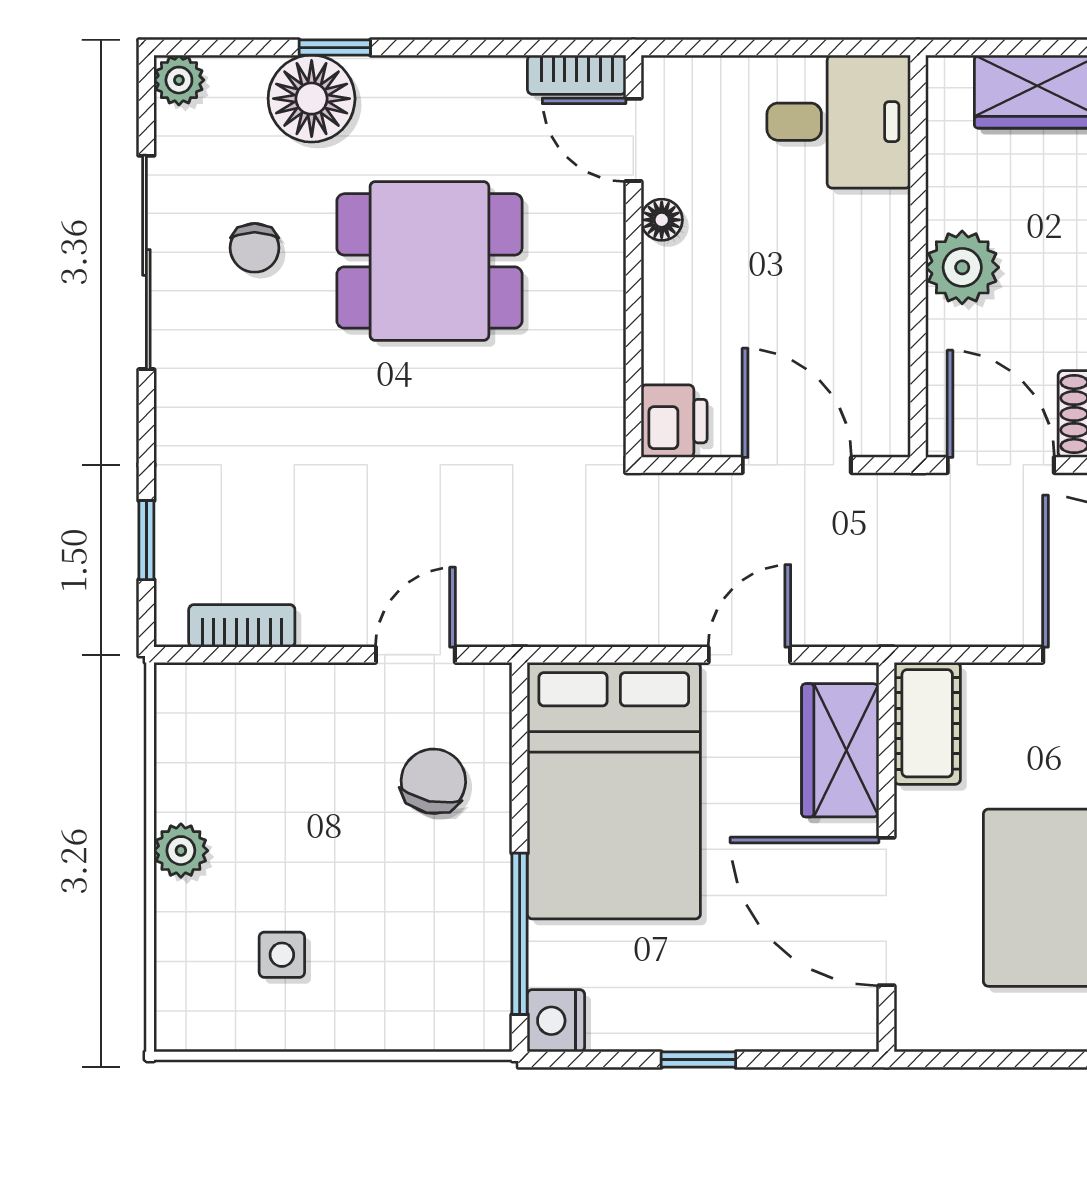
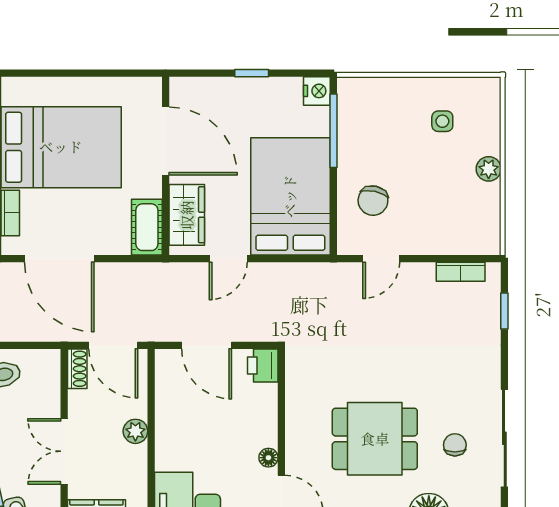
plant: (962, 267) -> (135, 431), width x0.73, depth x0.73

